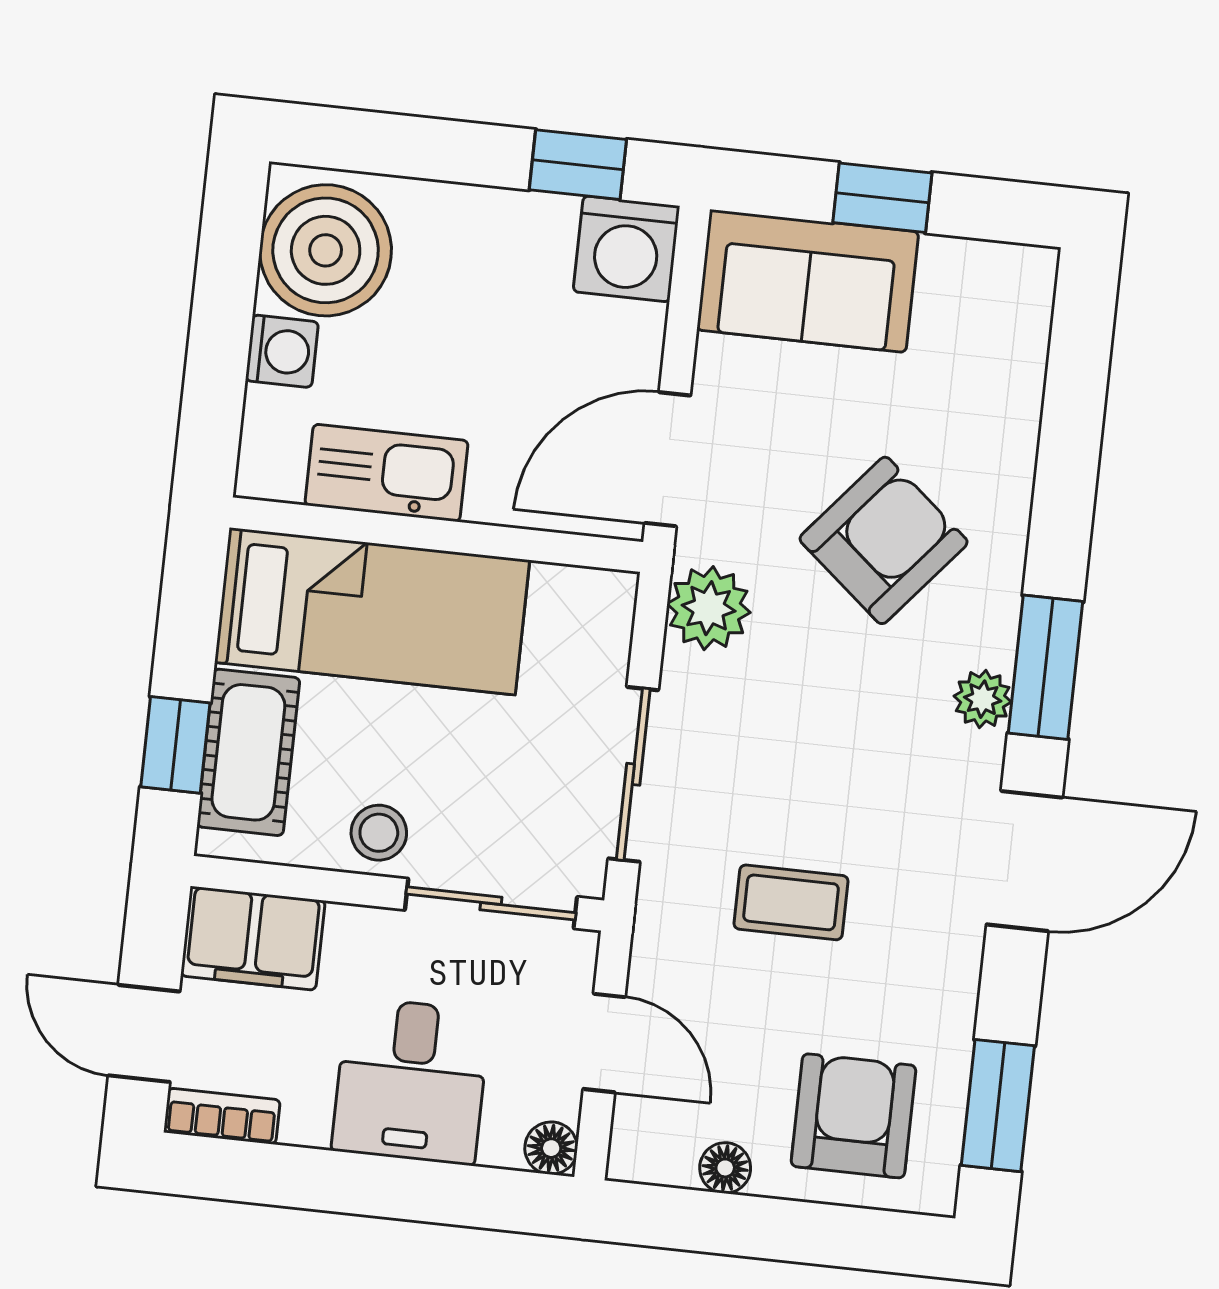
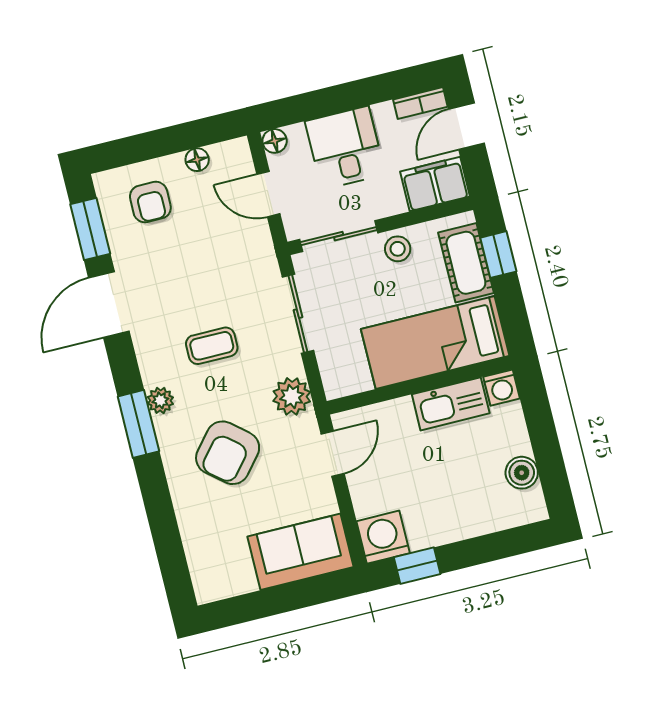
window: (882, 198) -> (282, 599), removed
boiler: (326, 250) -> (522, 473), width x0.54, depth x0.54
washing machine: (282, 351) -> (502, 388), moved, turned -90
door: (668, 459) -> (333, 454), width x0.73
door: (1024, 861) -> (109, 305), moved
coffee table: (791, 902) -> (212, 346), moved
door: (144, 1033) -> (467, 126), swing flipped
armchair: (853, 1116) -> (150, 202), width x0.72, depth x0.72

